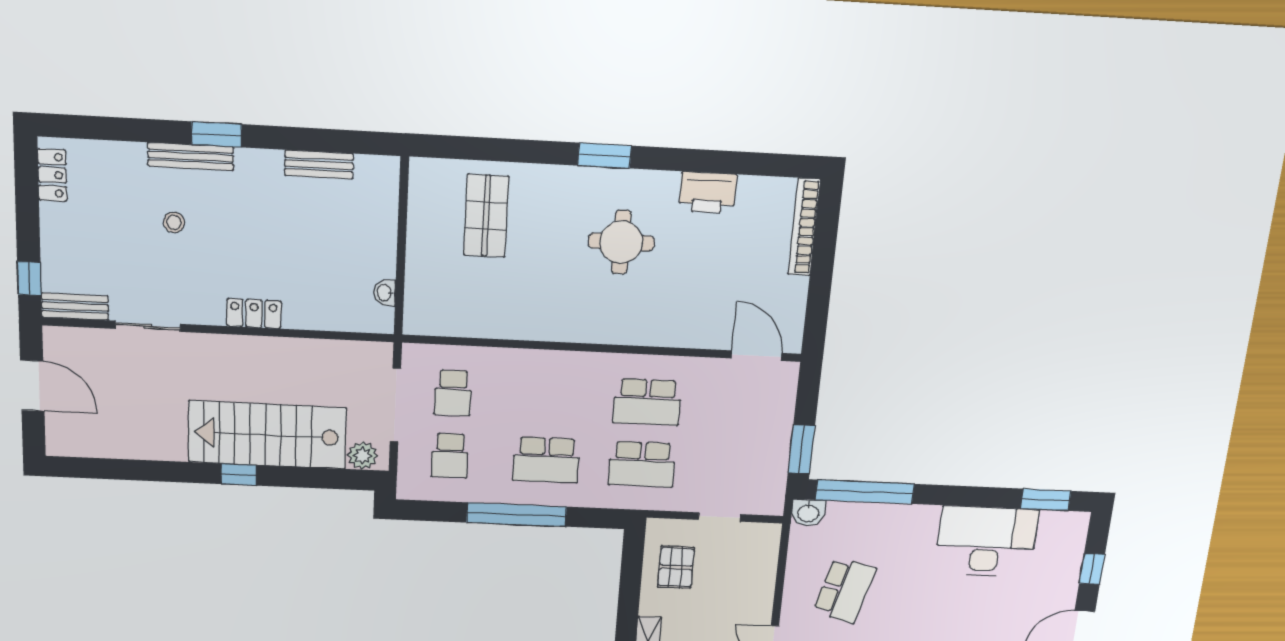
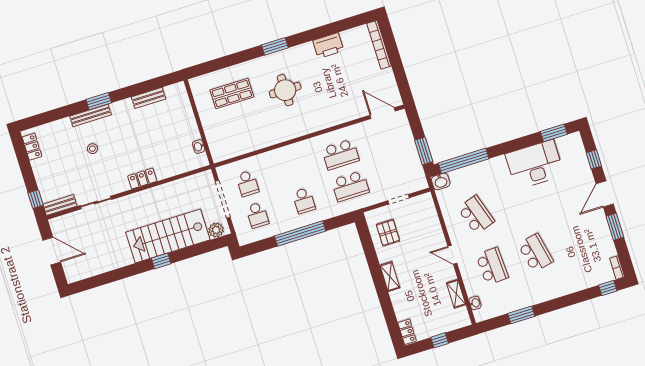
shop shelf: (486, 216) -> (232, 94), turned 90
round table: (621, 242) -> (285, 90), moved
school desk: (546, 460) -> (304, 201), width x0.54
school desk: (844, 590) -> (476, 215), turned -33

